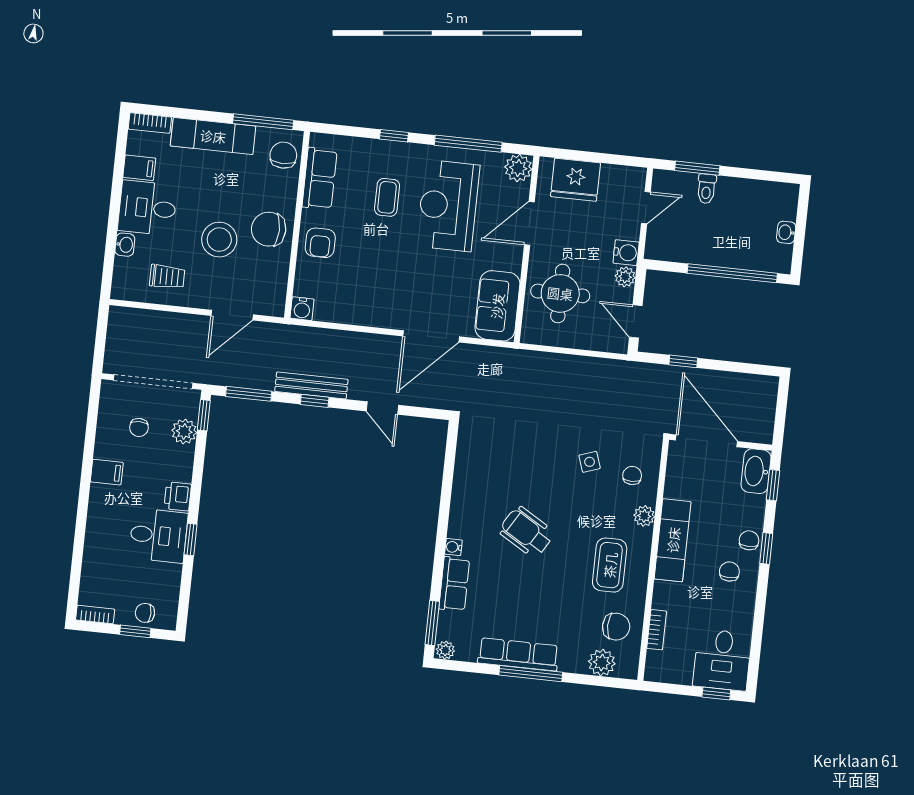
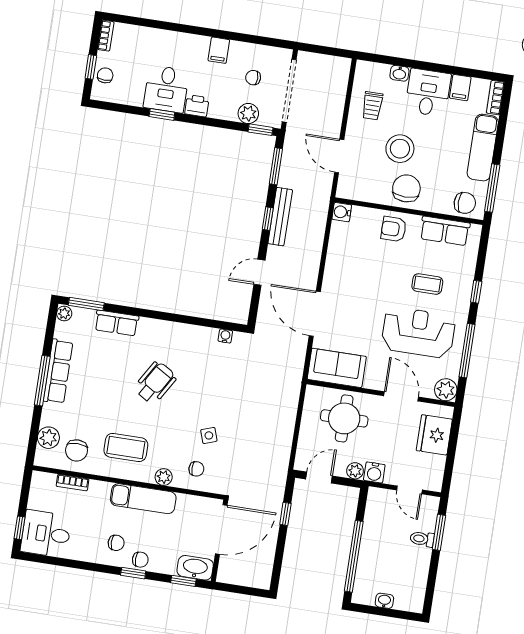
water cooler: (453, 547) -> (225, 336), moved

